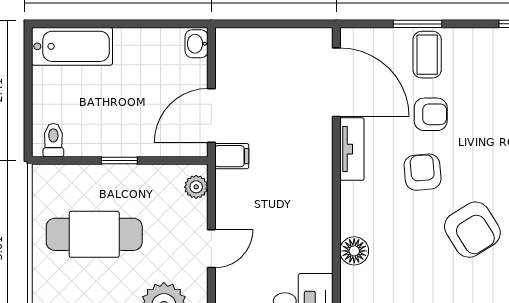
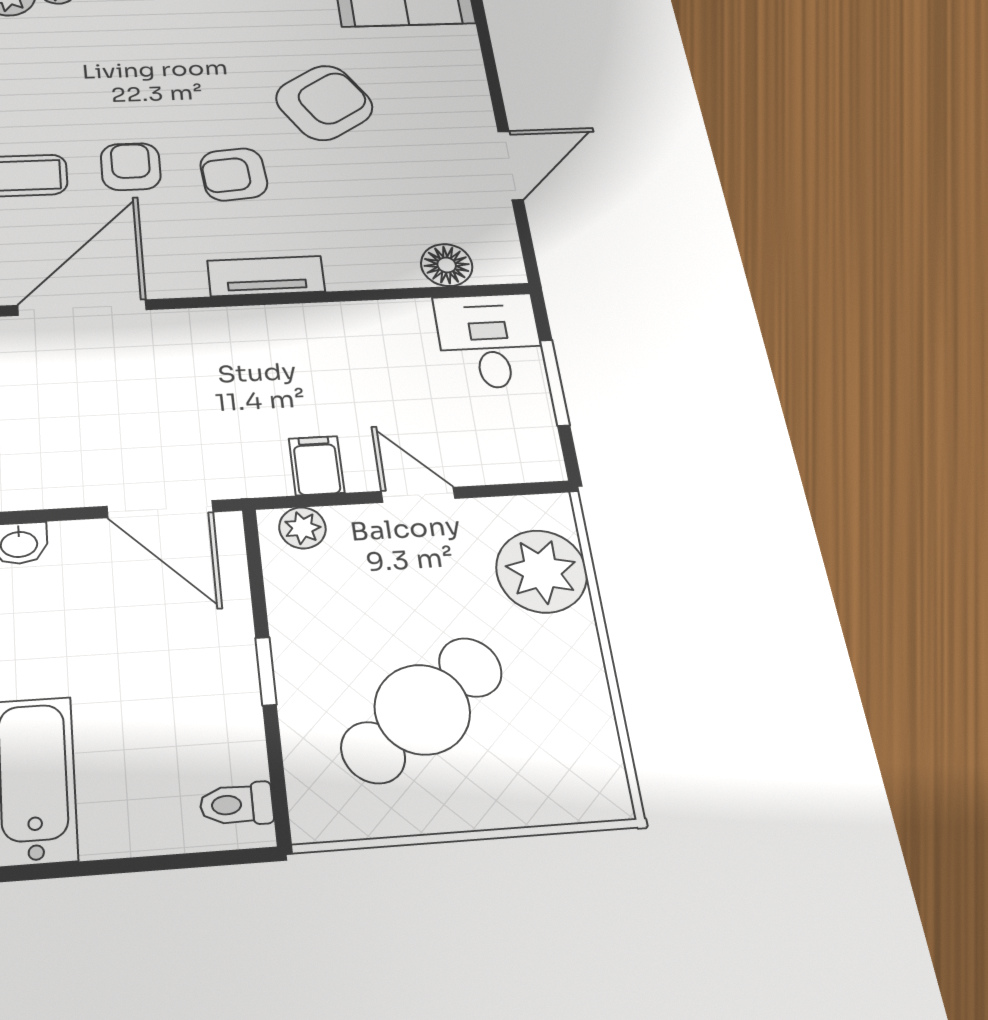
tv unit: (352, 149) -> (266, 276), moved
filing cabinet: (232, 156) -> (317, 466), moved
cafe table: (94, 234) -> (422, 709), turned 53
floor lamp: (354, 251) -> (447, 265), moved

